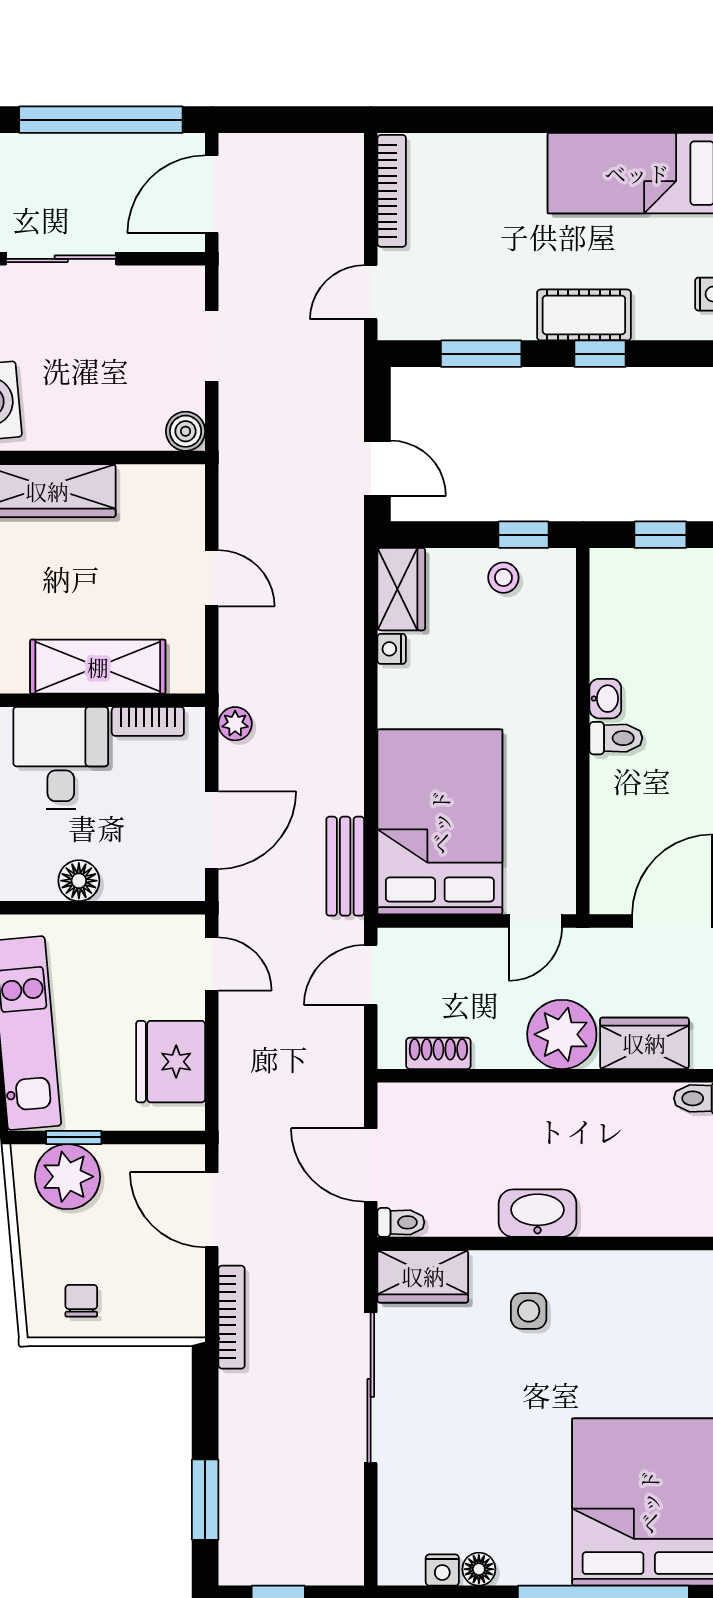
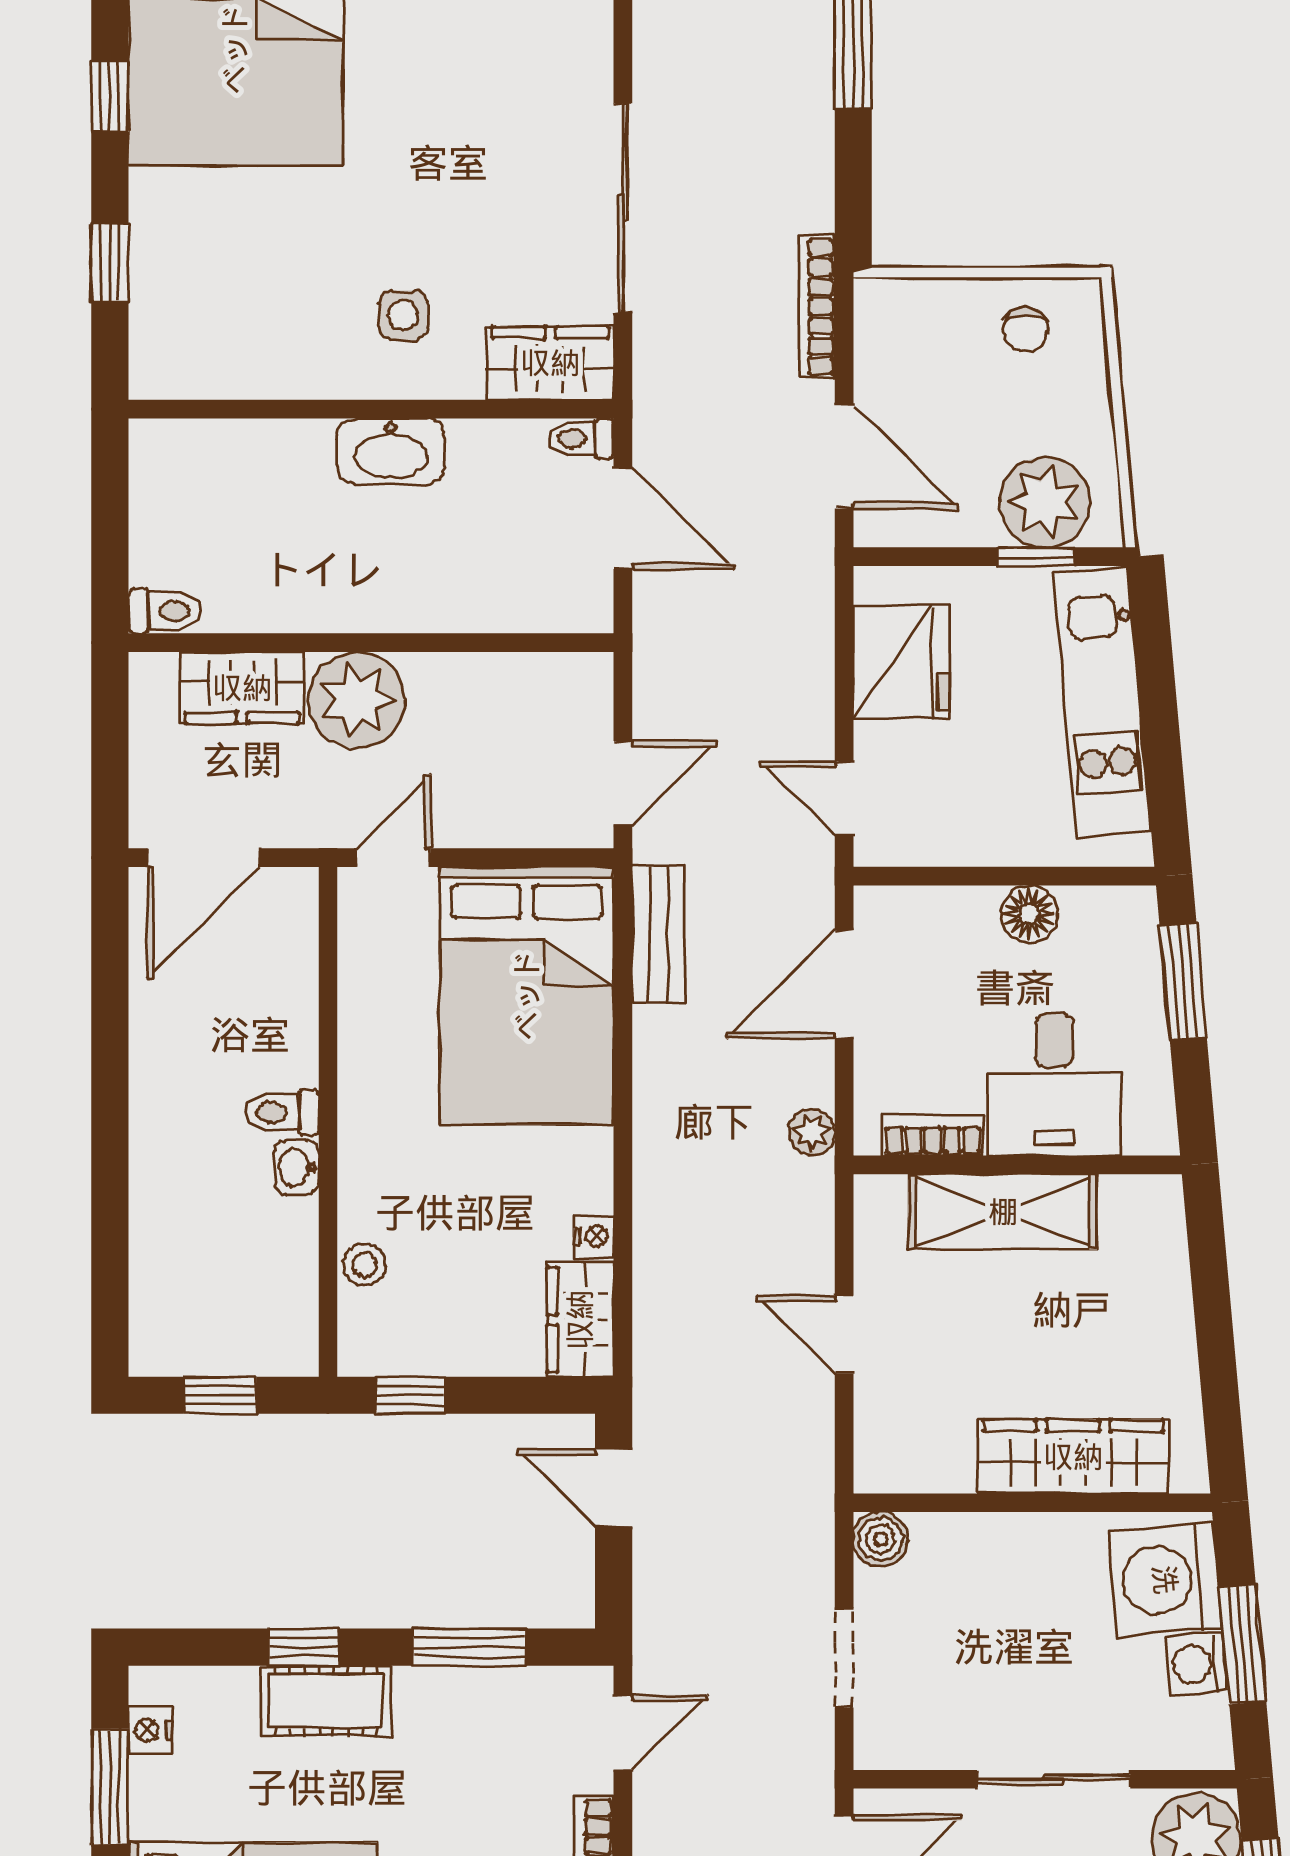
stool: (503, 578) -> (365, 1265), moved
shoe rack: (438, 1053) -> (529, 674), removed

